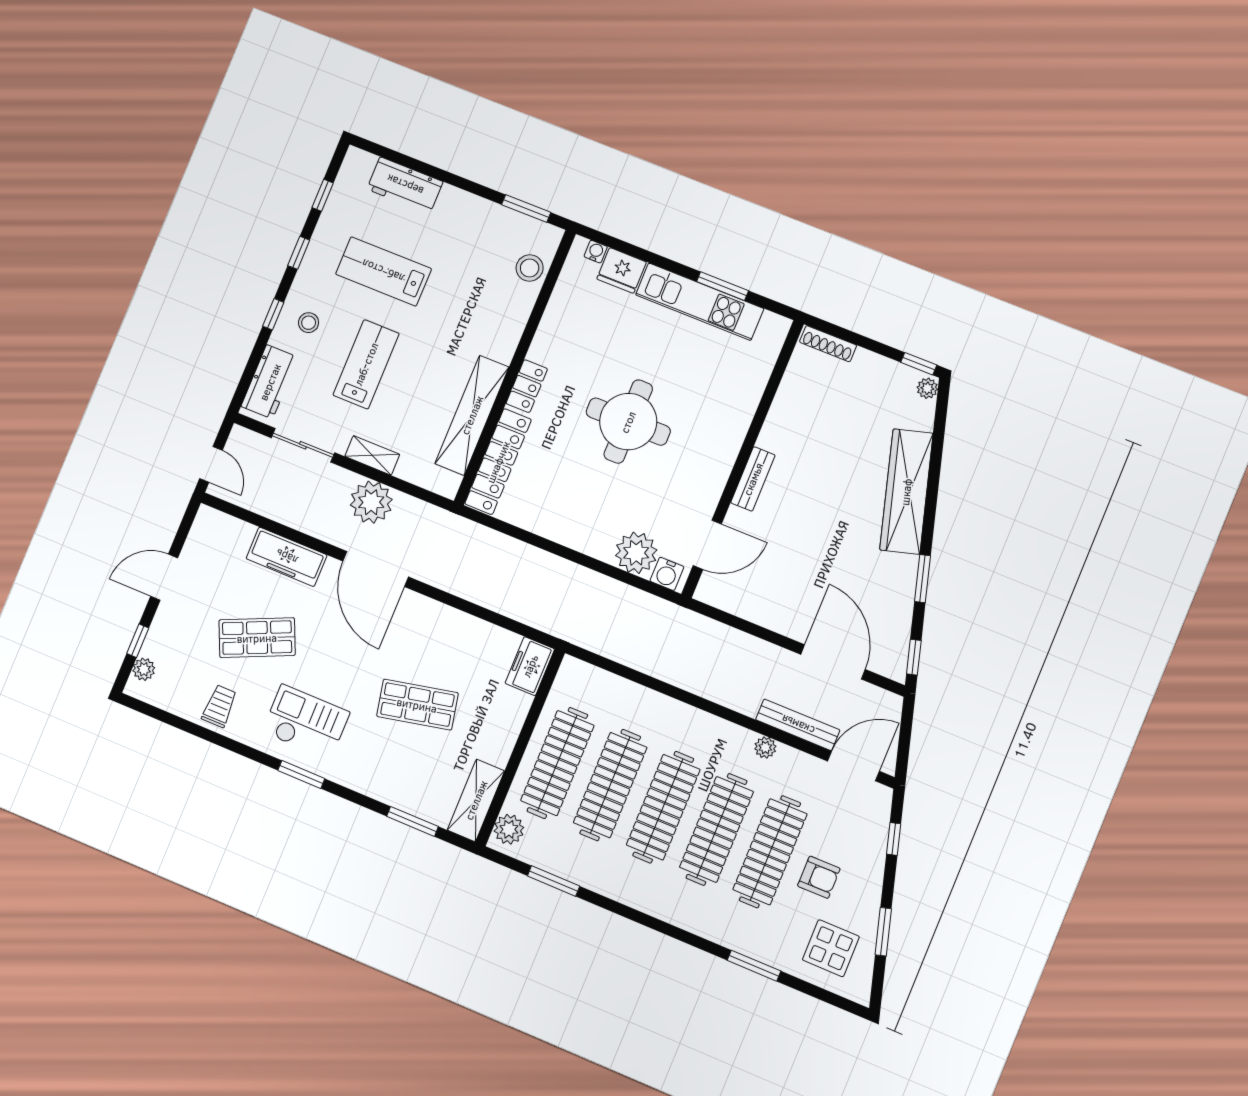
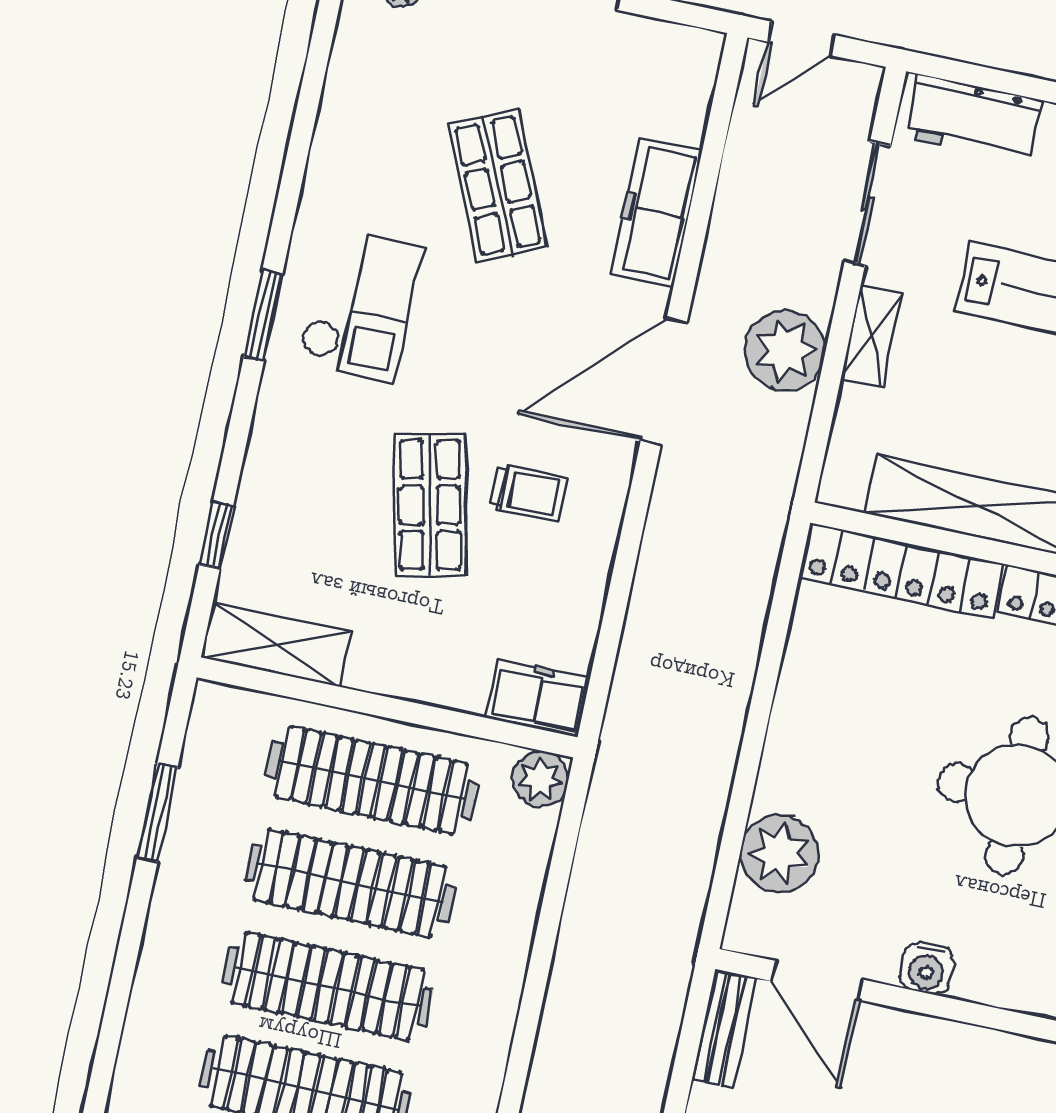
bench: (753, 479) -> (725, 1029), moved, turned 90
water cooler: (667, 574) -> (927, 968), moved, turned -90
trolley: (219, 706) -> (529, 493), moved
window: (412, 821) -> (216, 535), width x0.67
plant: (509, 829) -> (540, 779), moved

